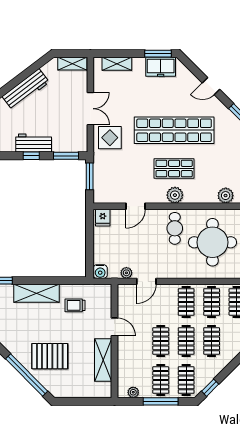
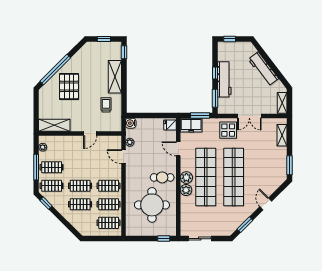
freezer: (161, 67) -> (191, 125), moved, turned -90
workbench: (34, 143) -> (224, 79), width x1.38
shop shelf: (174, 168) -> (206, 177), width x2.00, depth x1.36
plant: (226, 196) -> (186, 190), moved
clothes rail: (161, 341) -> (80, 167), removed
shelving: (103, 360) -> (54, 125), moved

